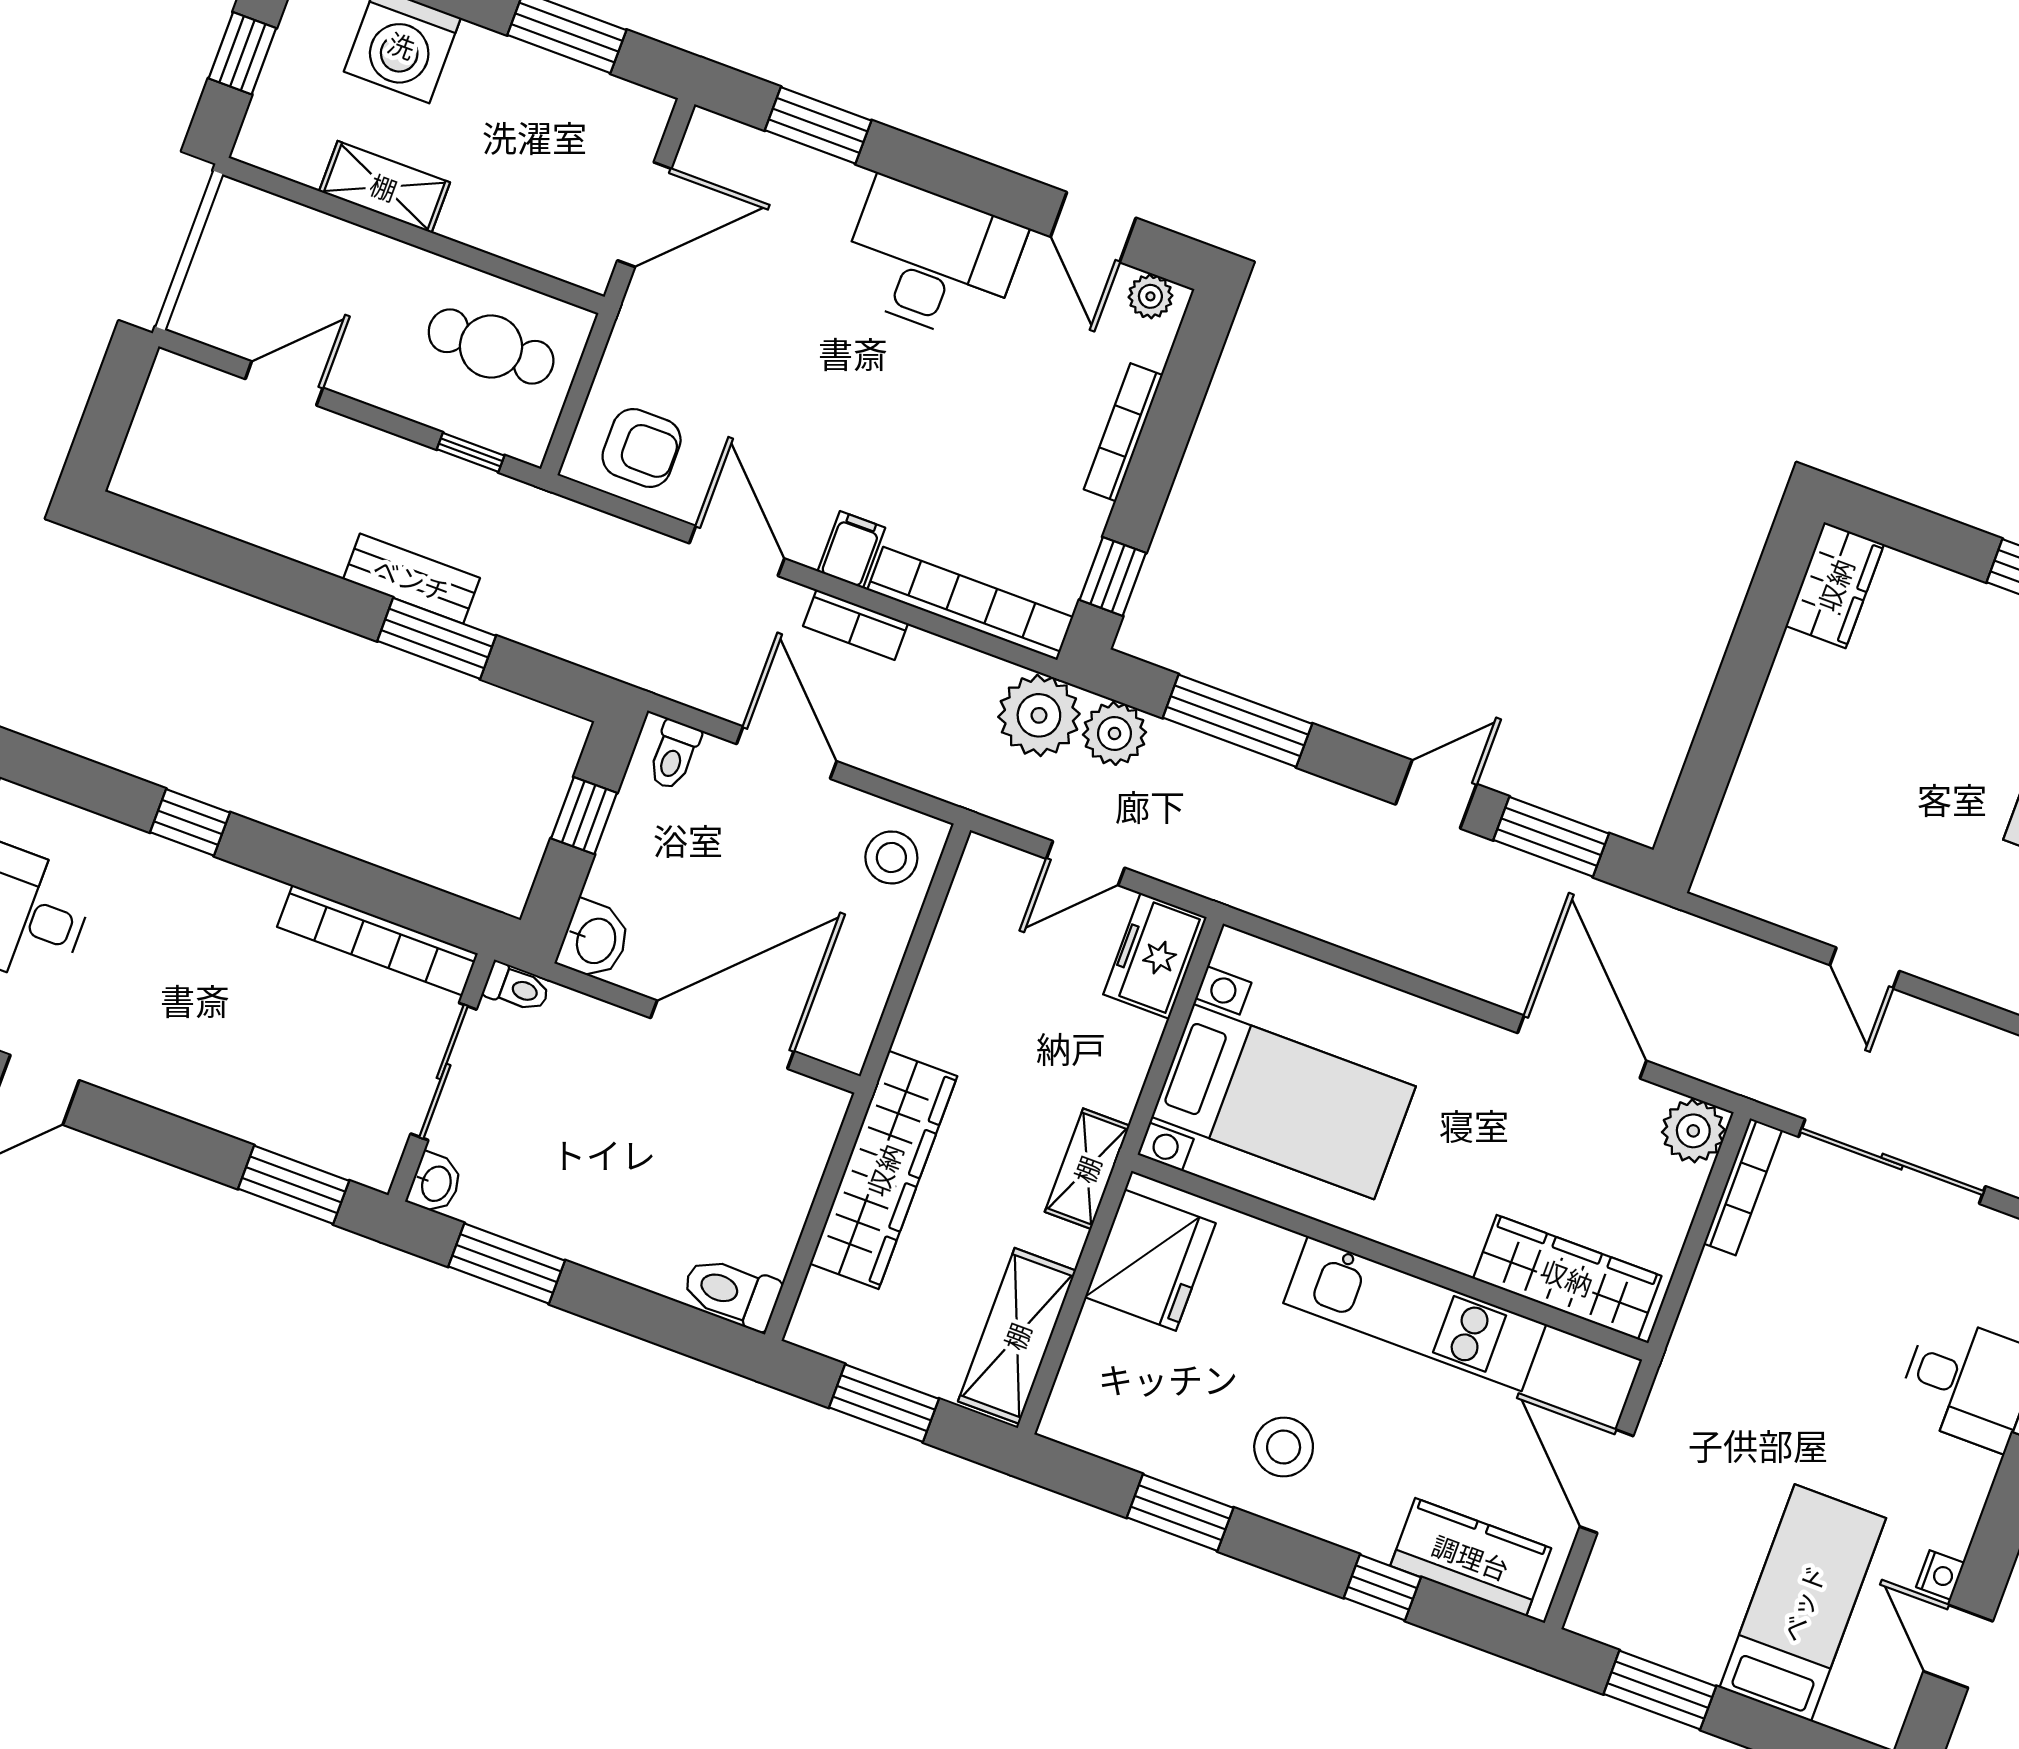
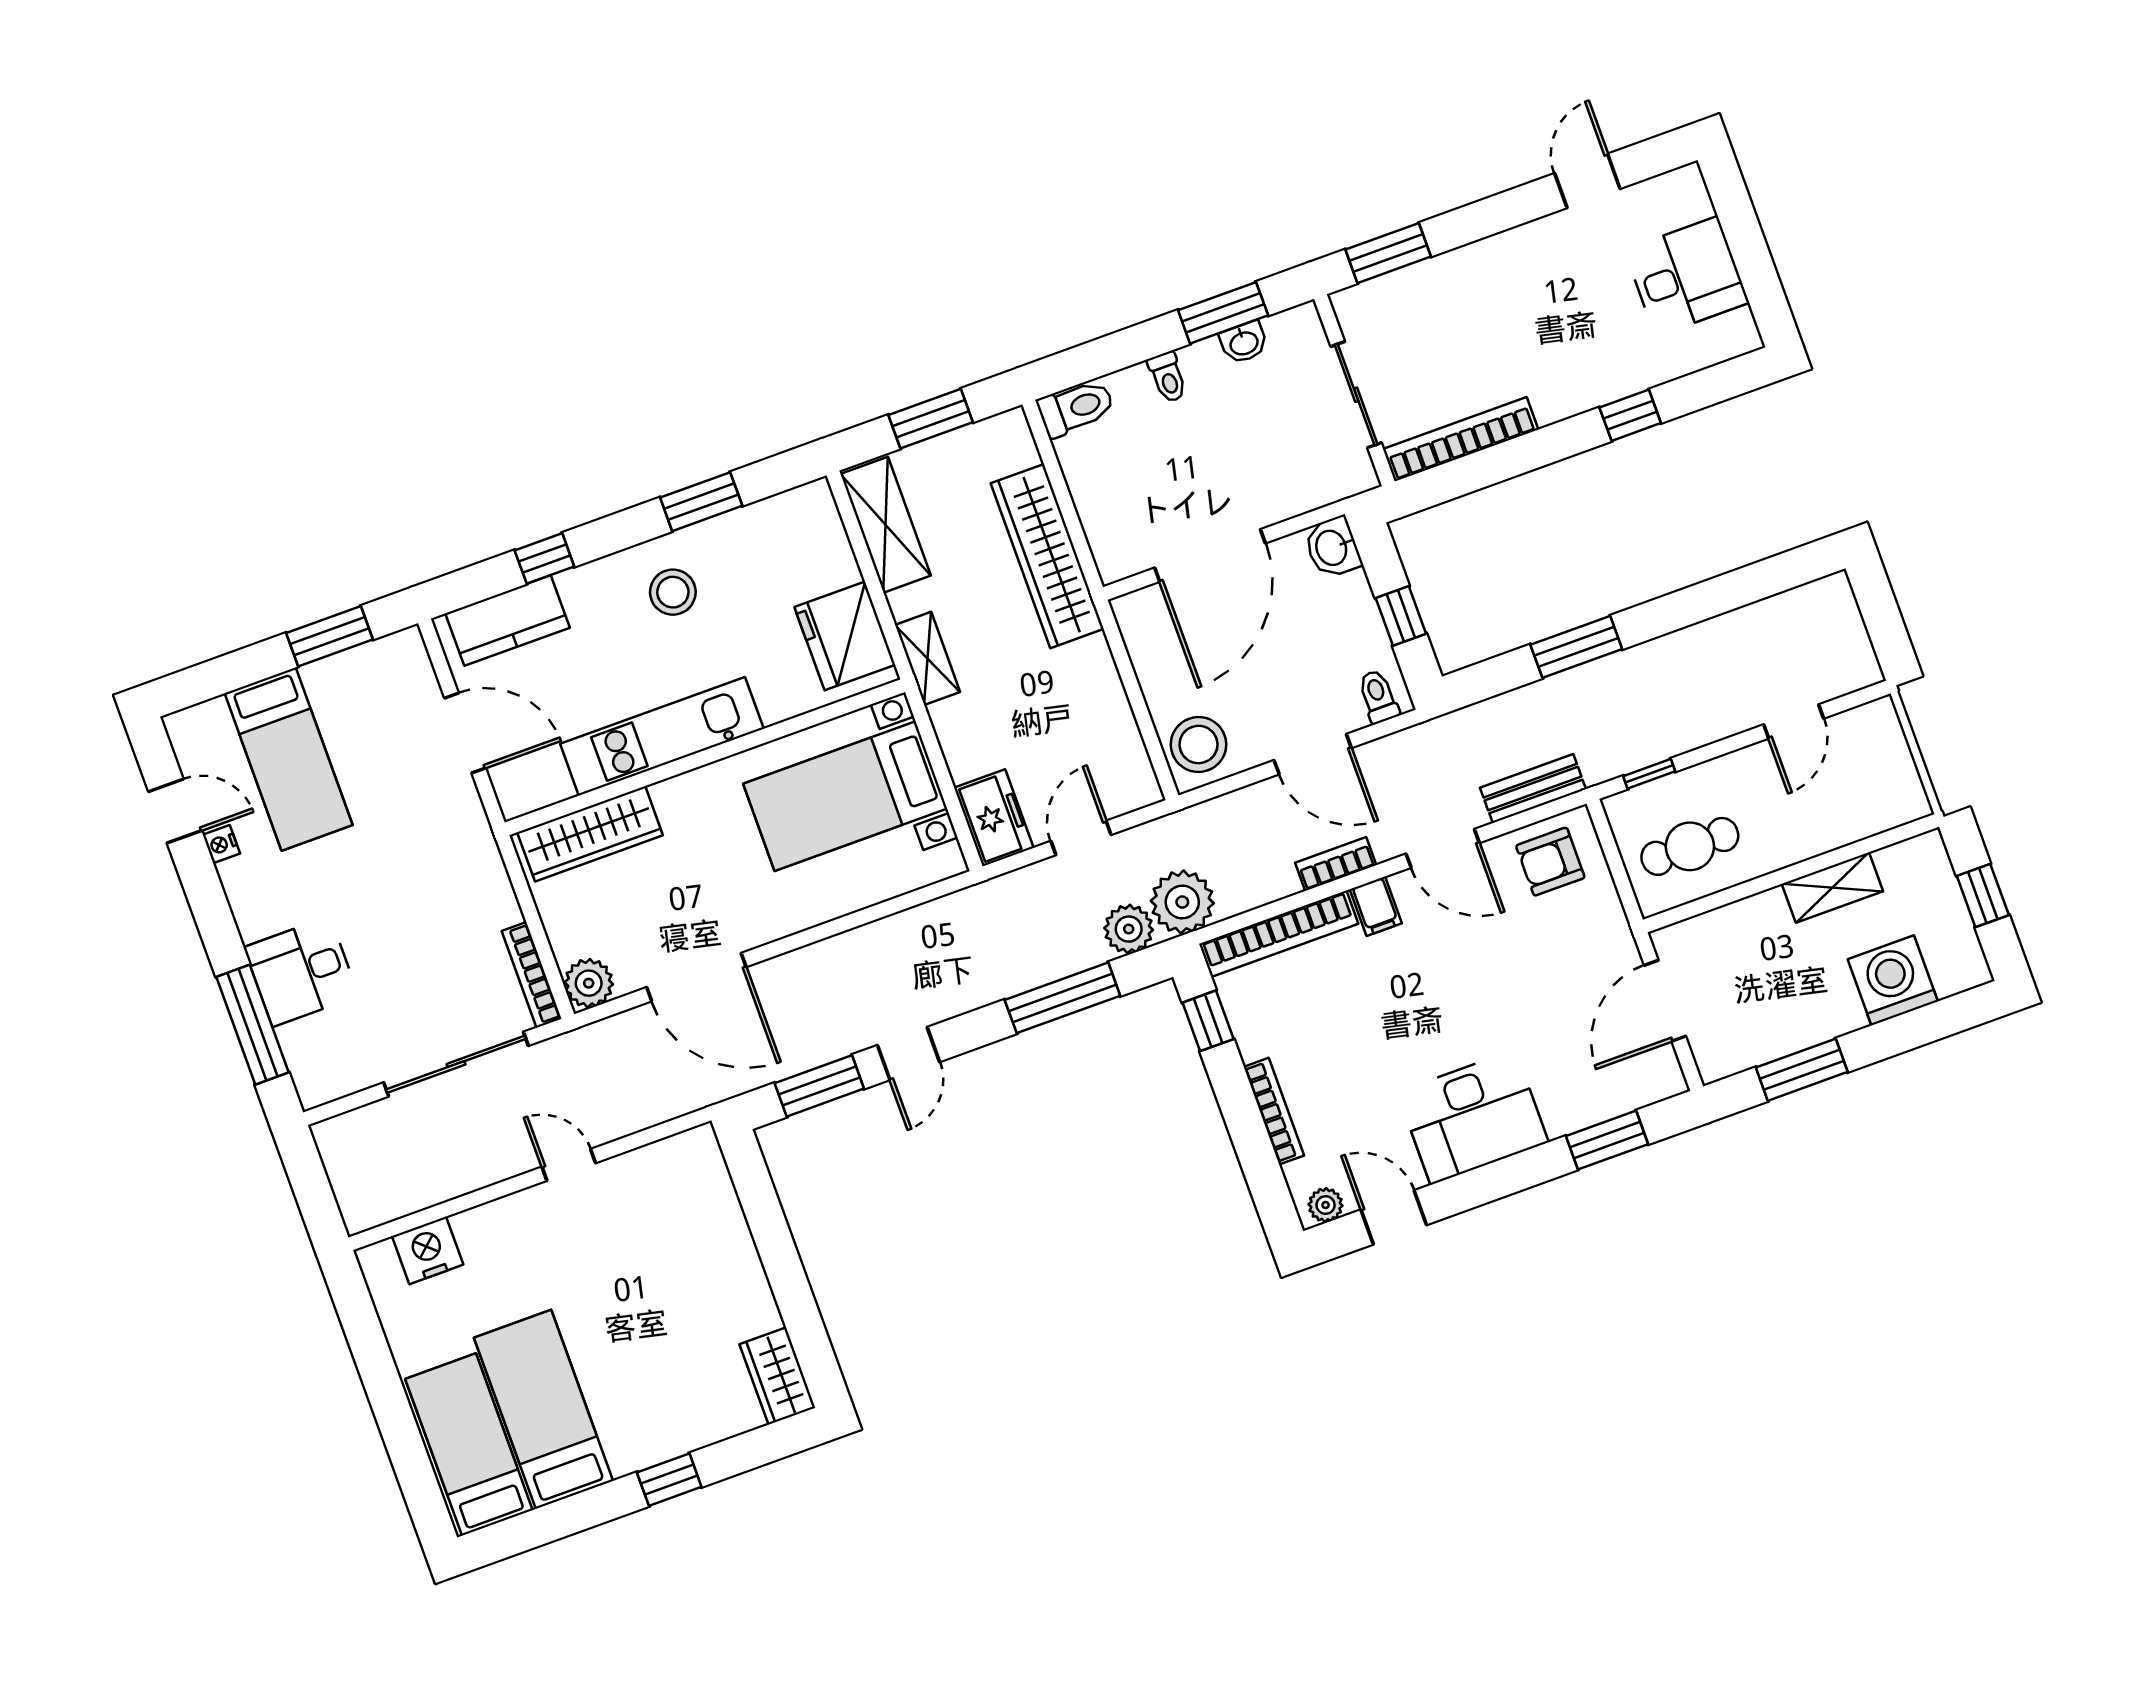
bench: (412, 579) -> (1533, 789), moved
stool: (891, 857) -> (1198, 744), width x1.38, depth x1.38
toilet: (517, 988) -> (1168, 377), moved, turned -90
washbasin: (435, 1183) -> (1244, 342), moved, turned -90

